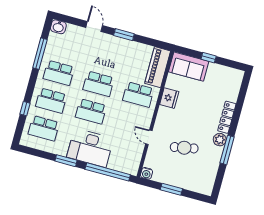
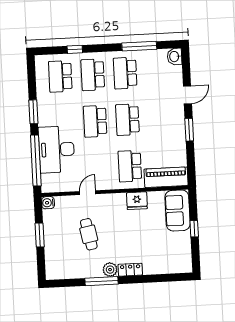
locker: (227, 117) -> (130, 270), width x0.66
desk: (90, 148) -> (57, 149), moved

